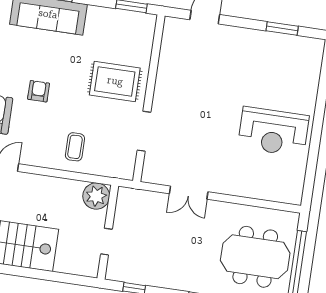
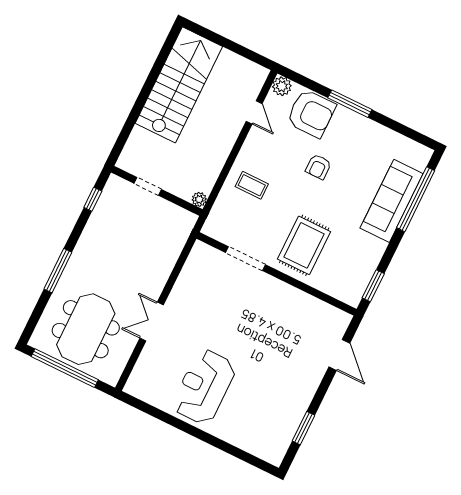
armchair: (39, 91) -> (318, 167), turned 90
double door: (189, 193) -> (152, 322), moved
plant: (96, 196) -> (199, 199), width x0.53, depth x0.53

